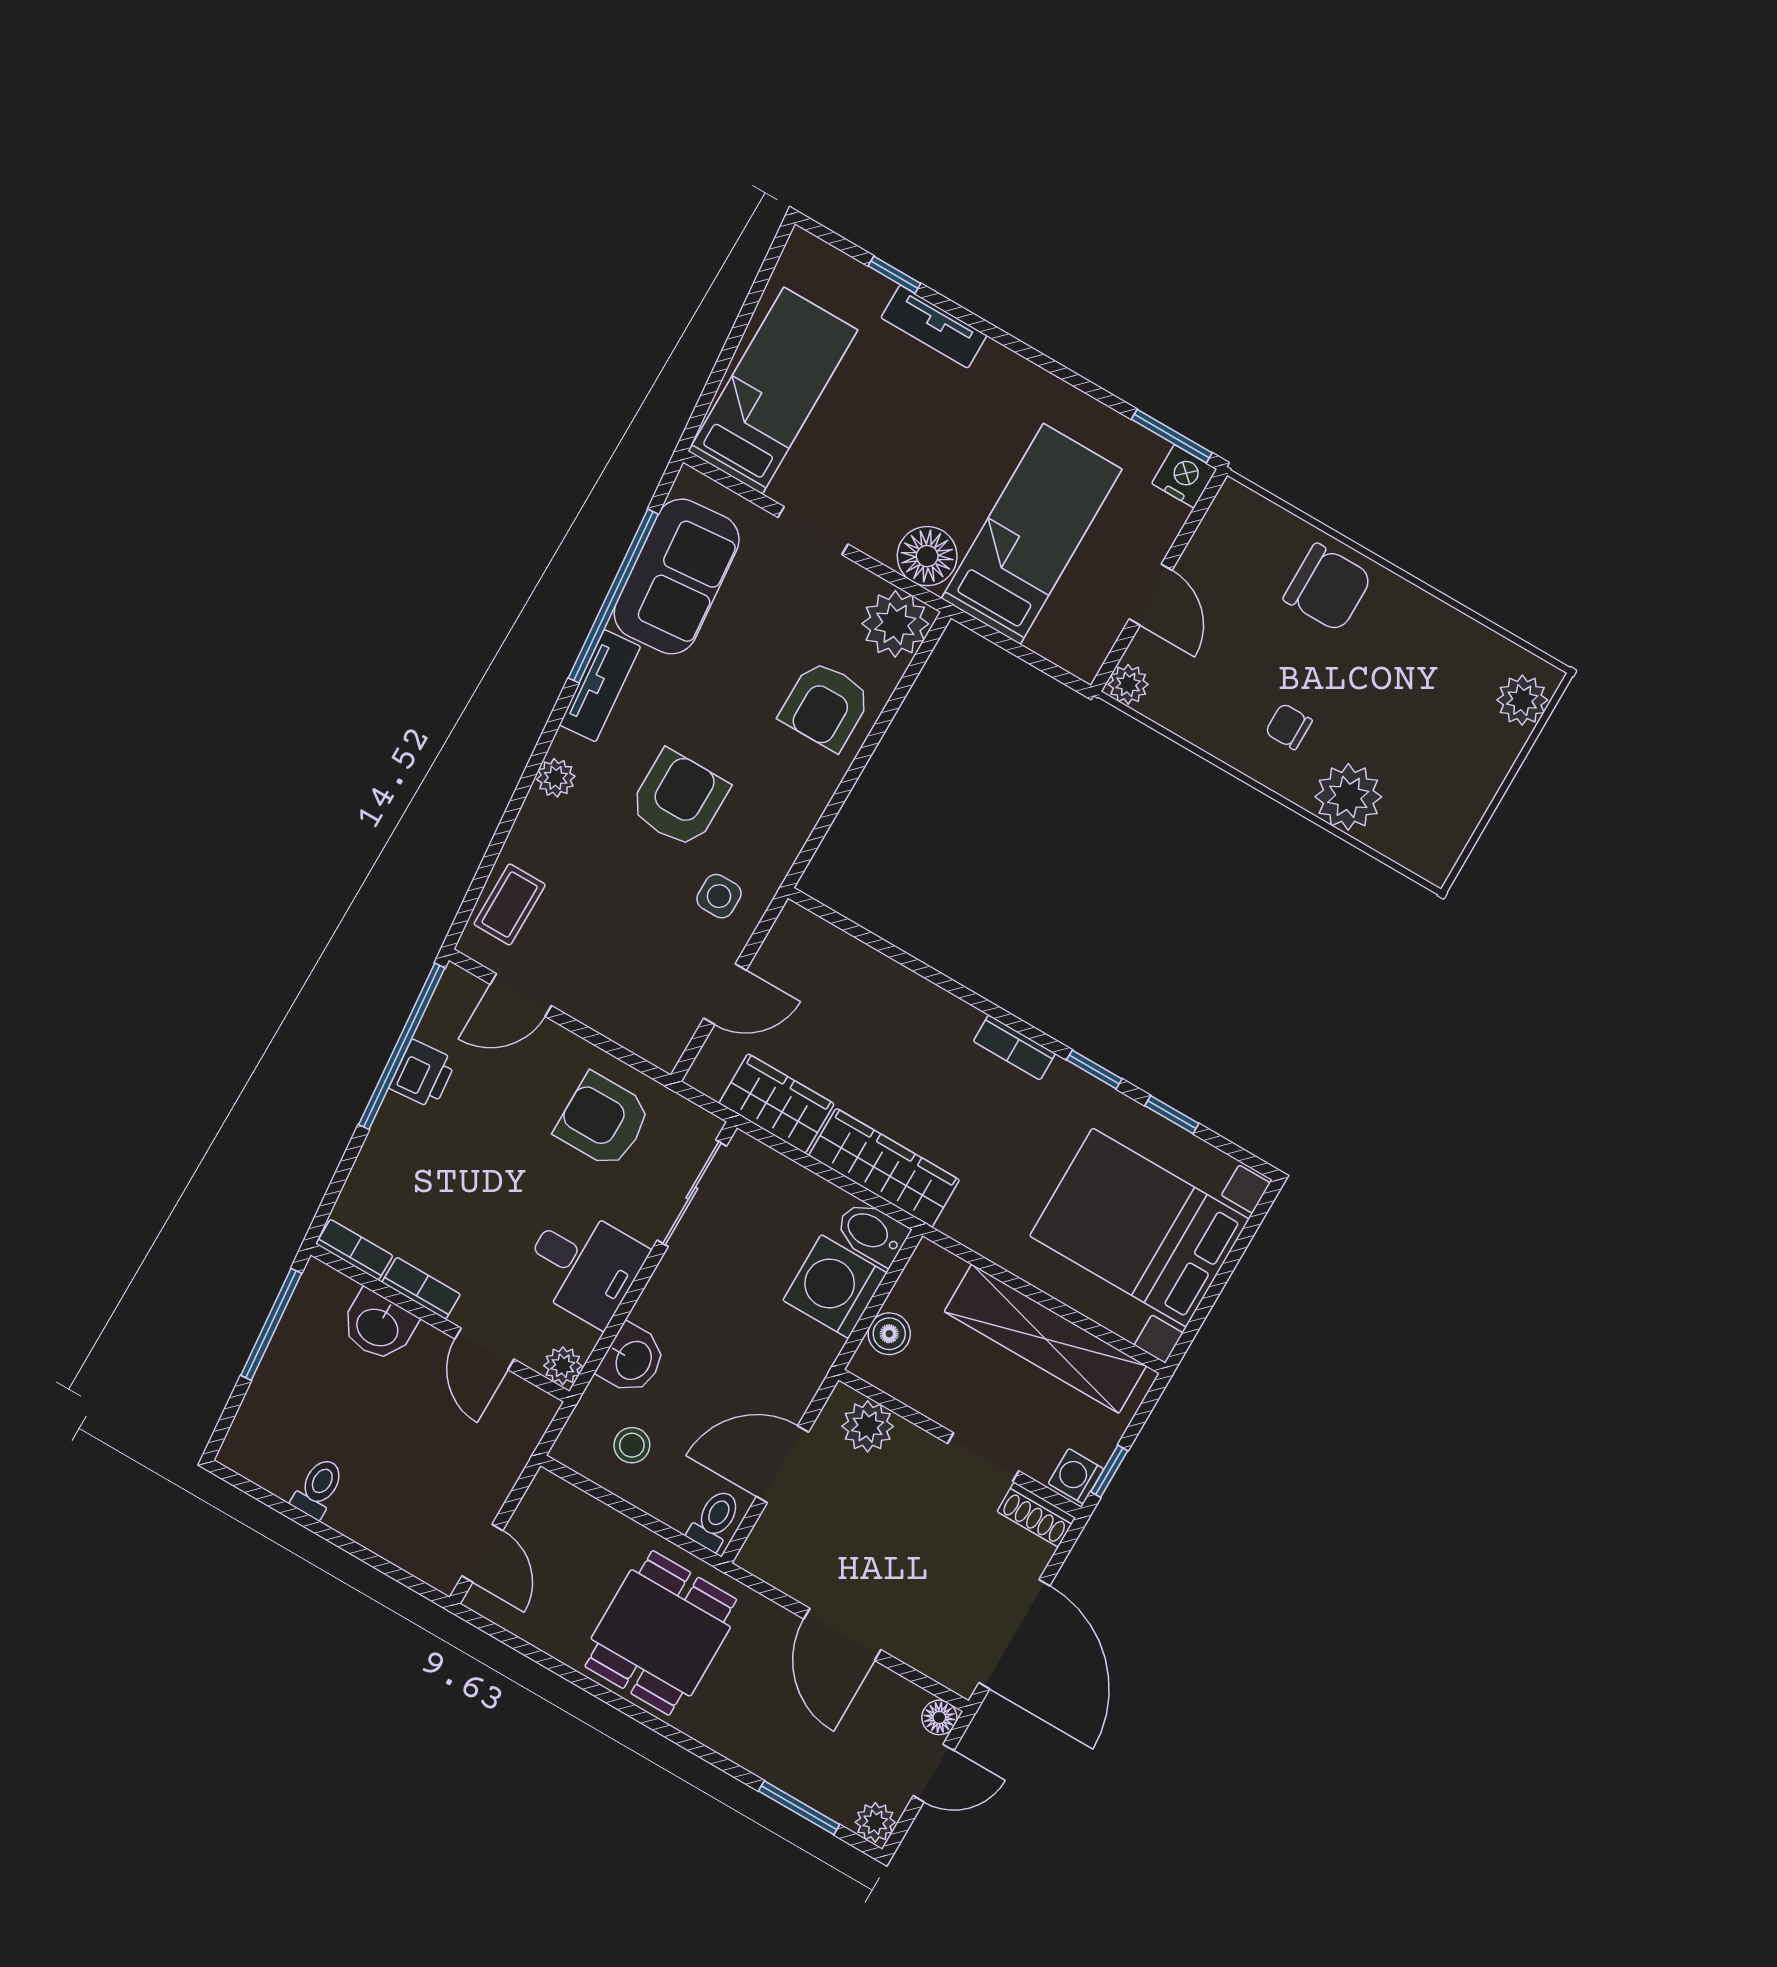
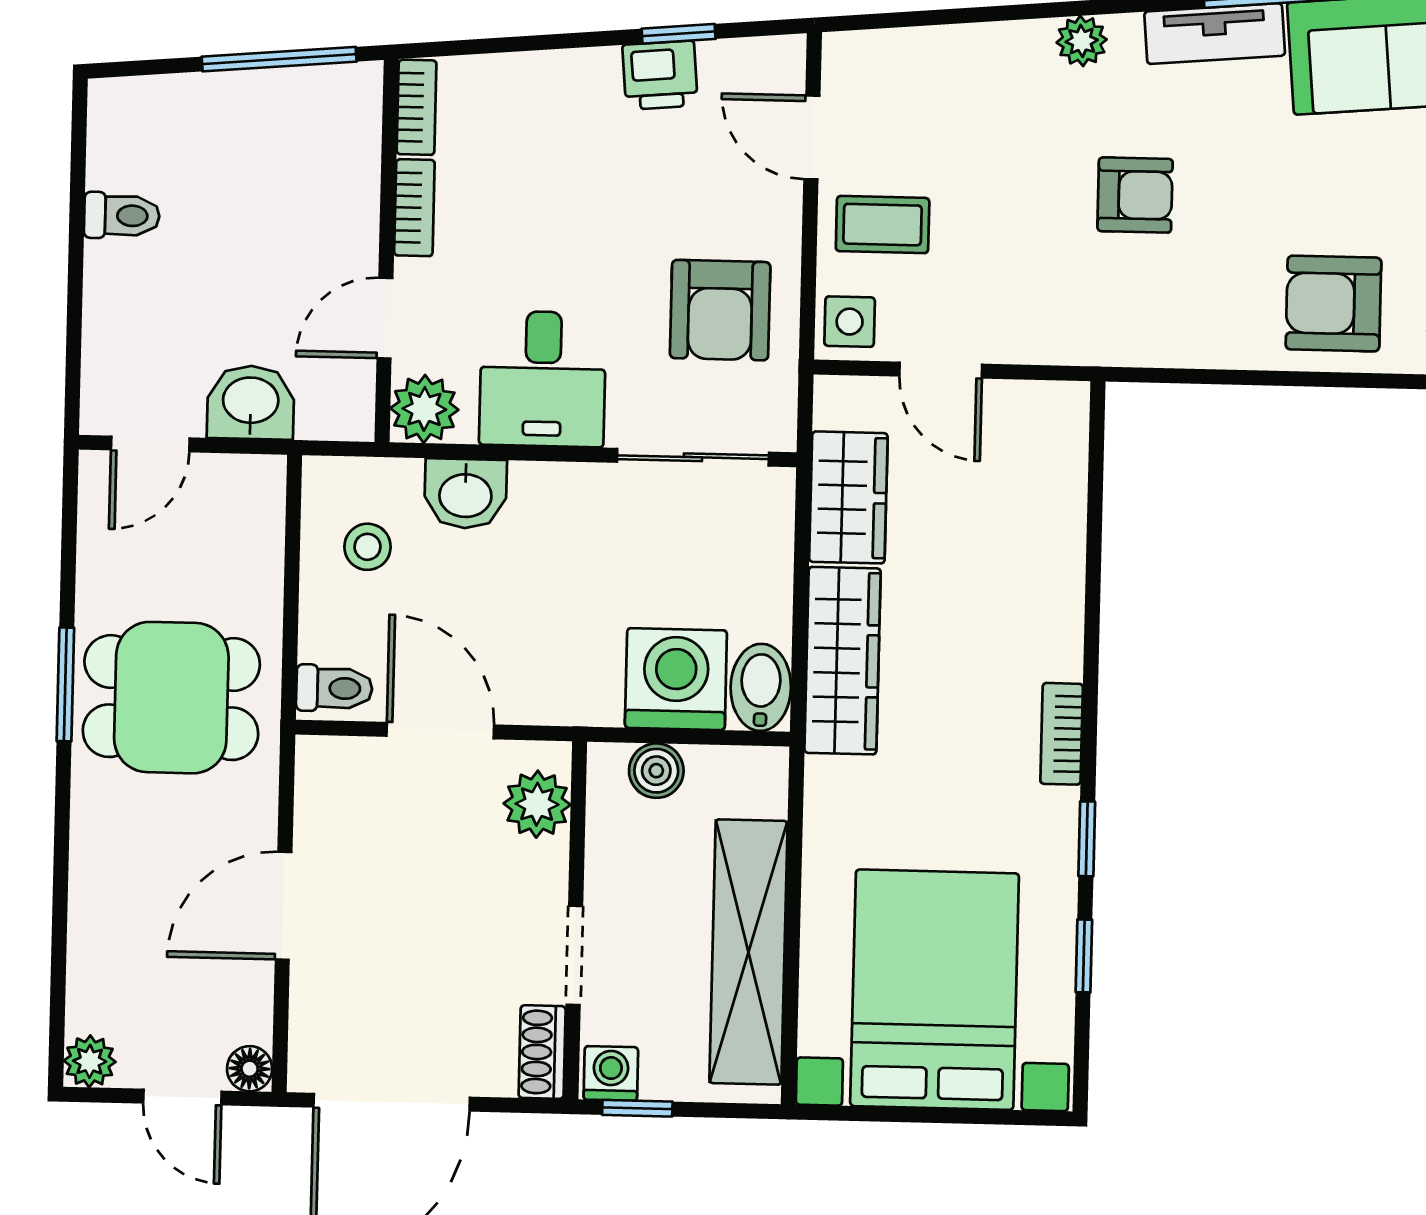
armchair: (679, 799) -> (1135, 195), width x0.72, depth x0.72
side table: (719, 896) -> (850, 322), moved
coffee table: (510, 904) -> (883, 225), moved
window: (402, 1046) -> (679, 34), width x0.32
armchair: (603, 1121) -> (720, 310), turned 180
washbasin: (378, 1326) -> (251, 402), moved, turned 90
plant: (563, 1366) -> (424, 409), width x1.38, depth x1.38
window: (799, 1808) -> (65, 684), moved

